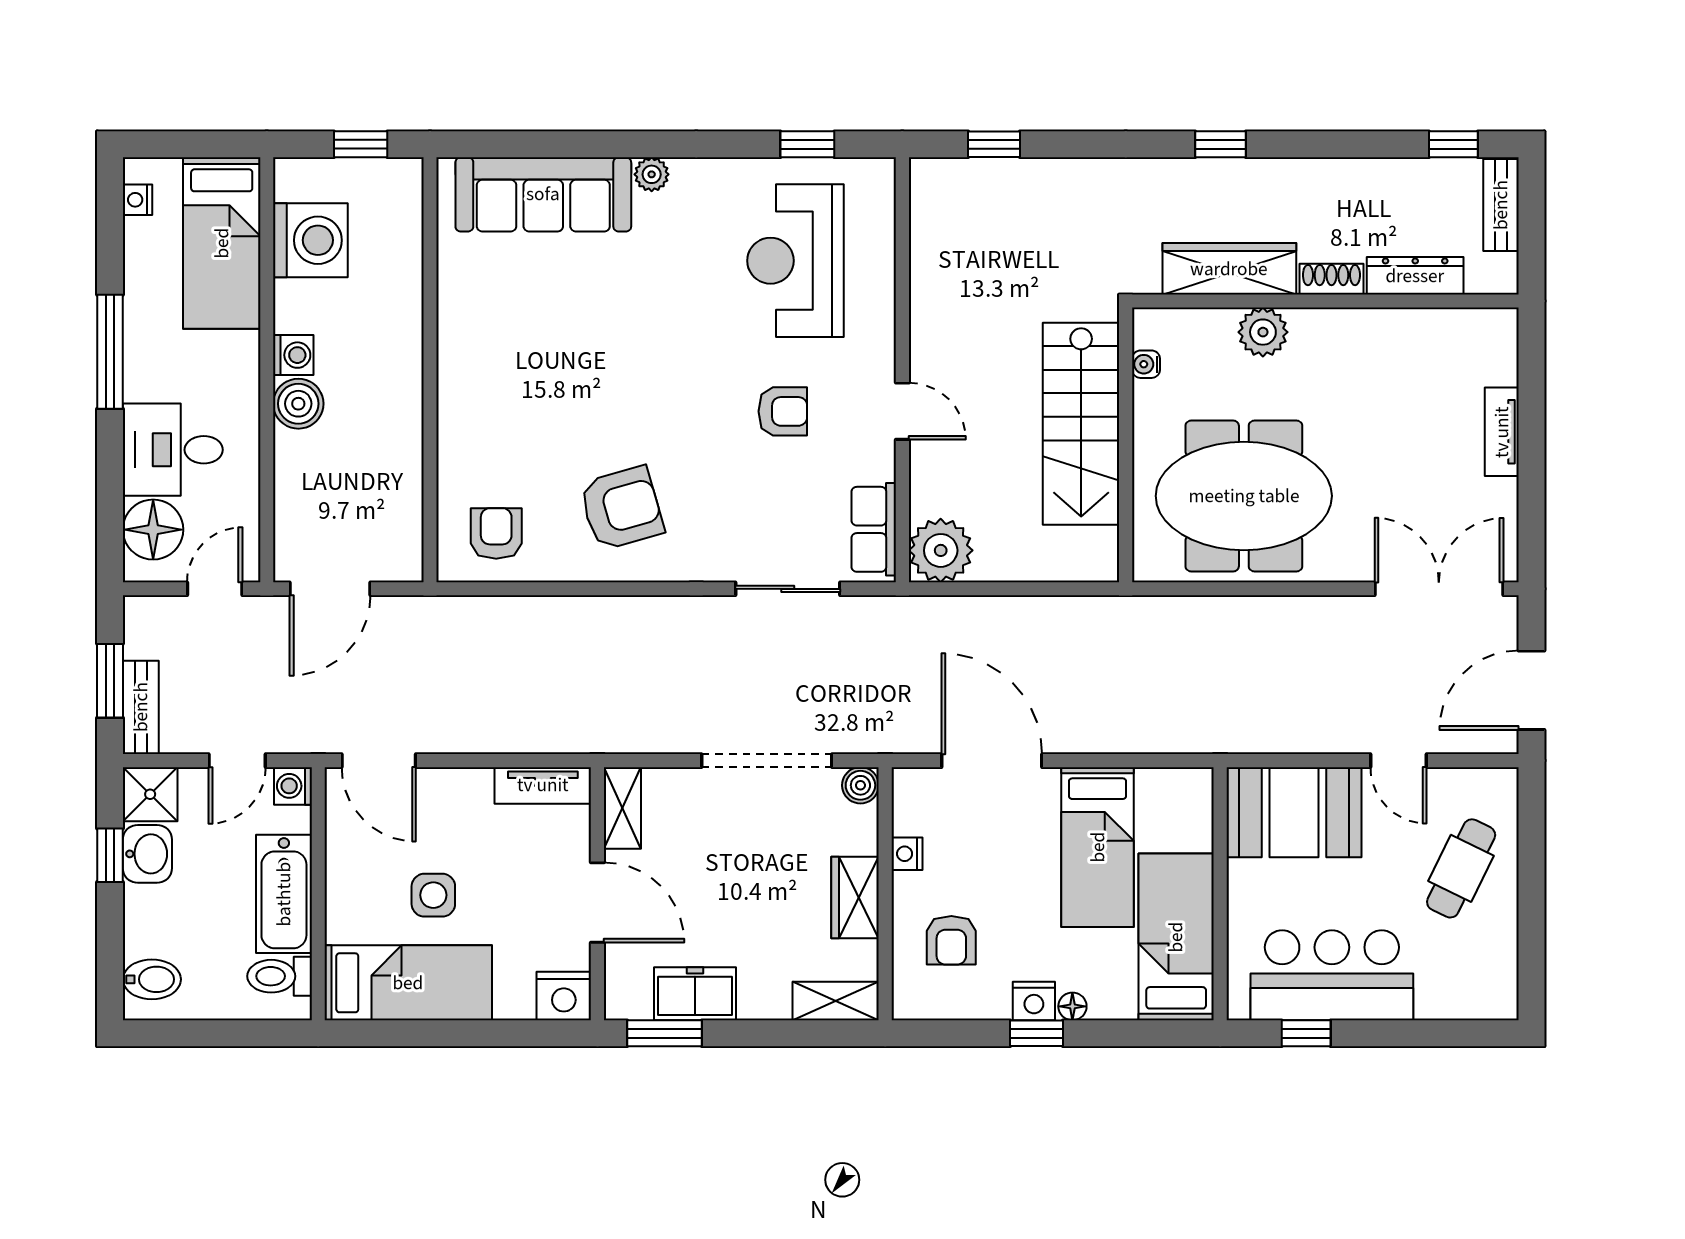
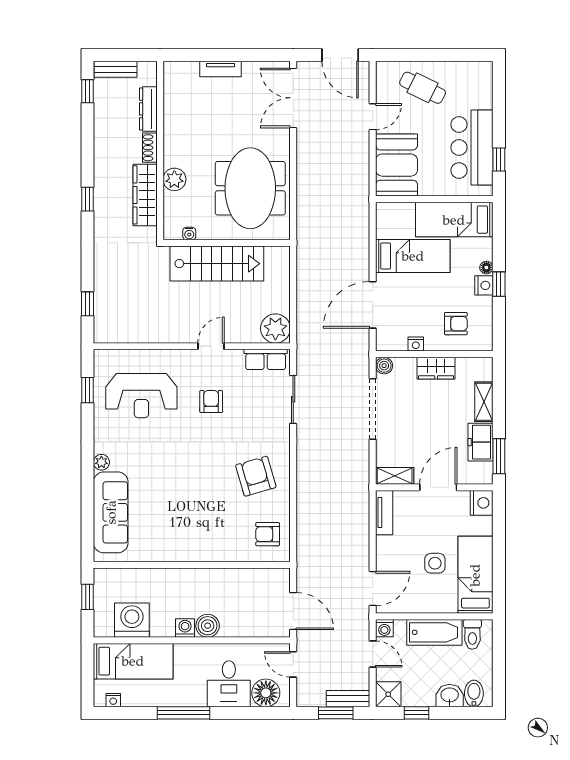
washbasin: (147, 854) -> (450, 696), moved
shelving: (836, 1001) -> (484, 402), moved

